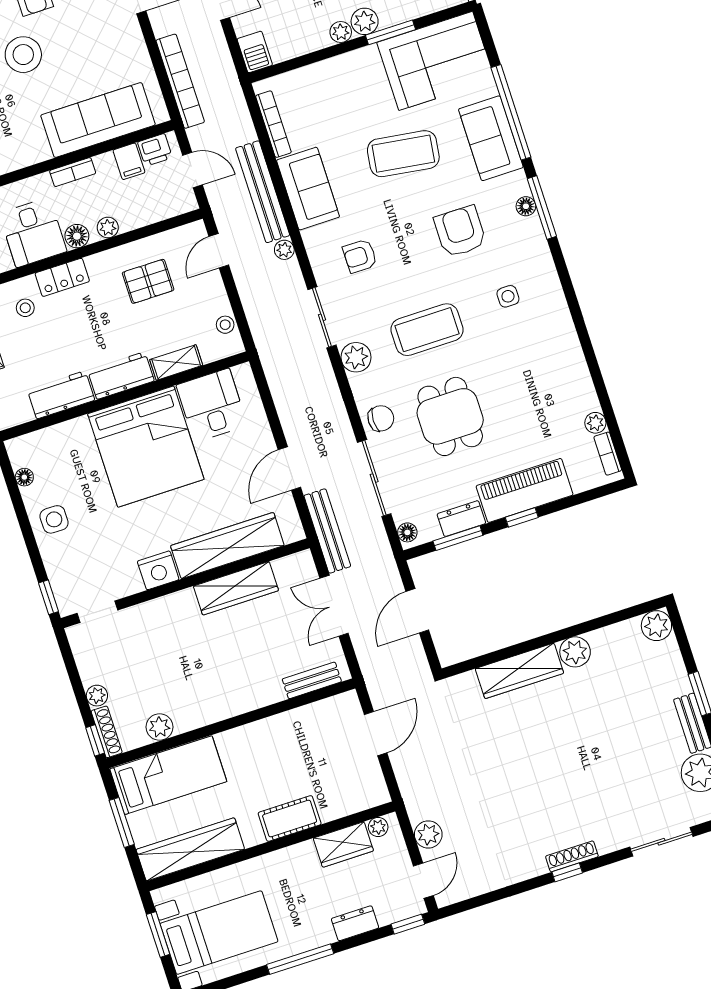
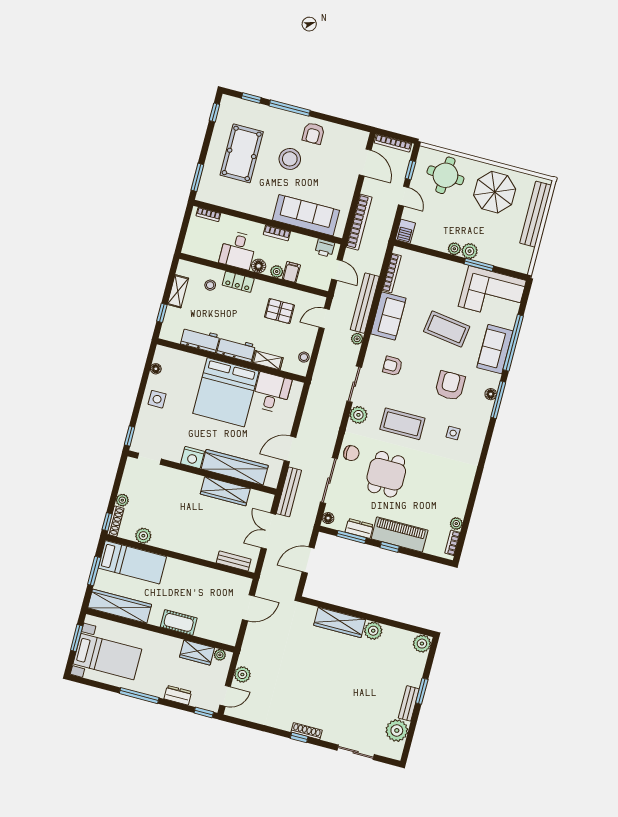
filing cabinet: (129, 161) -> (291, 272), moved, turned 180

